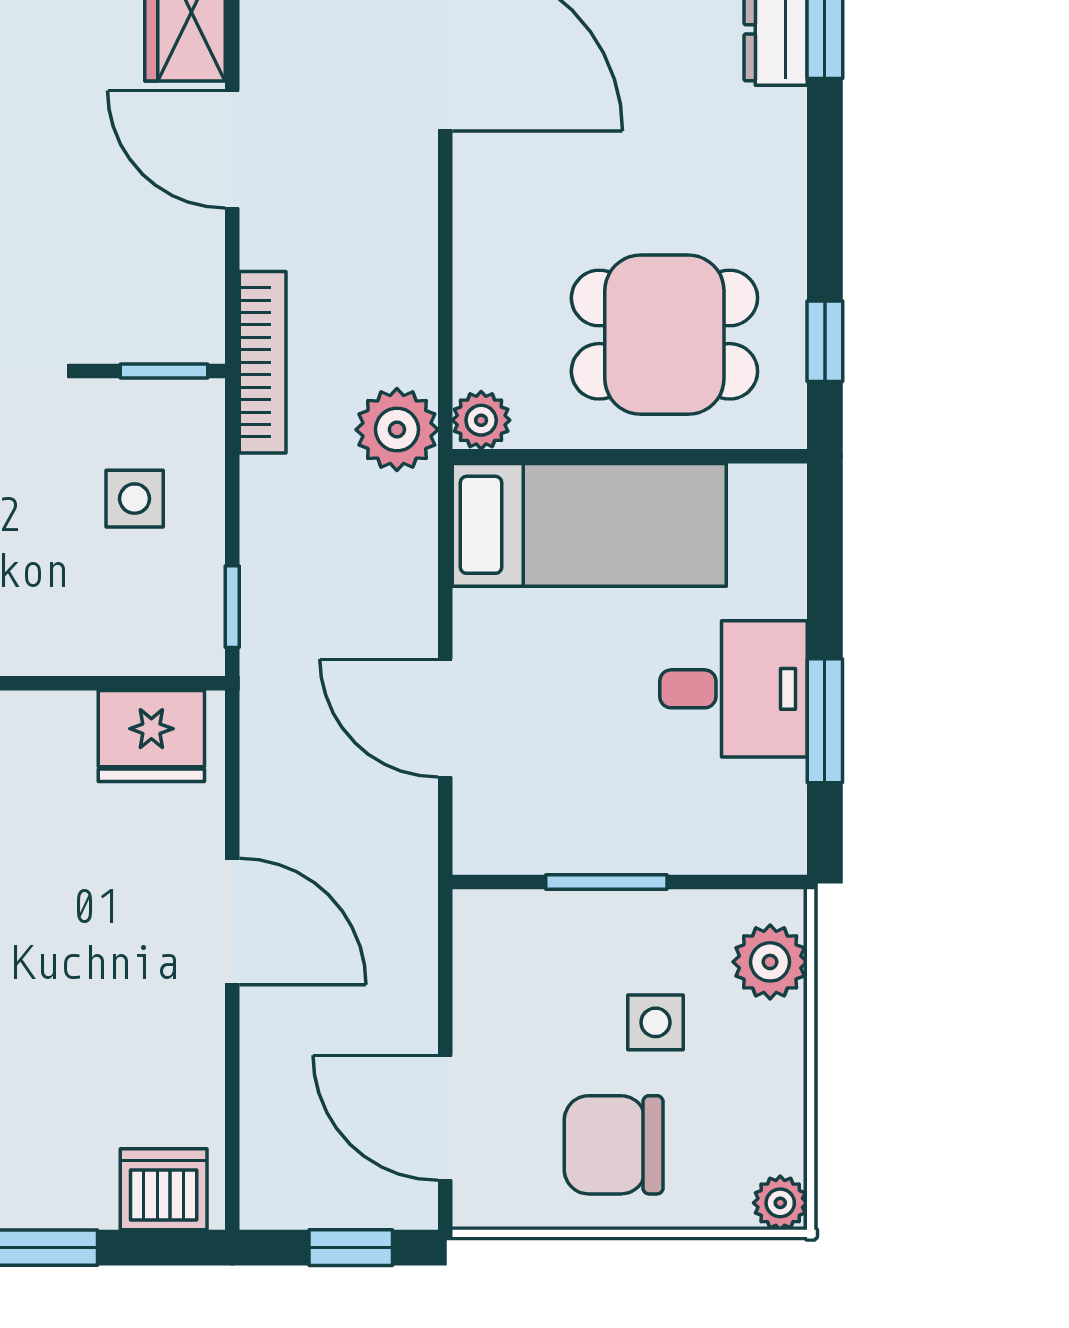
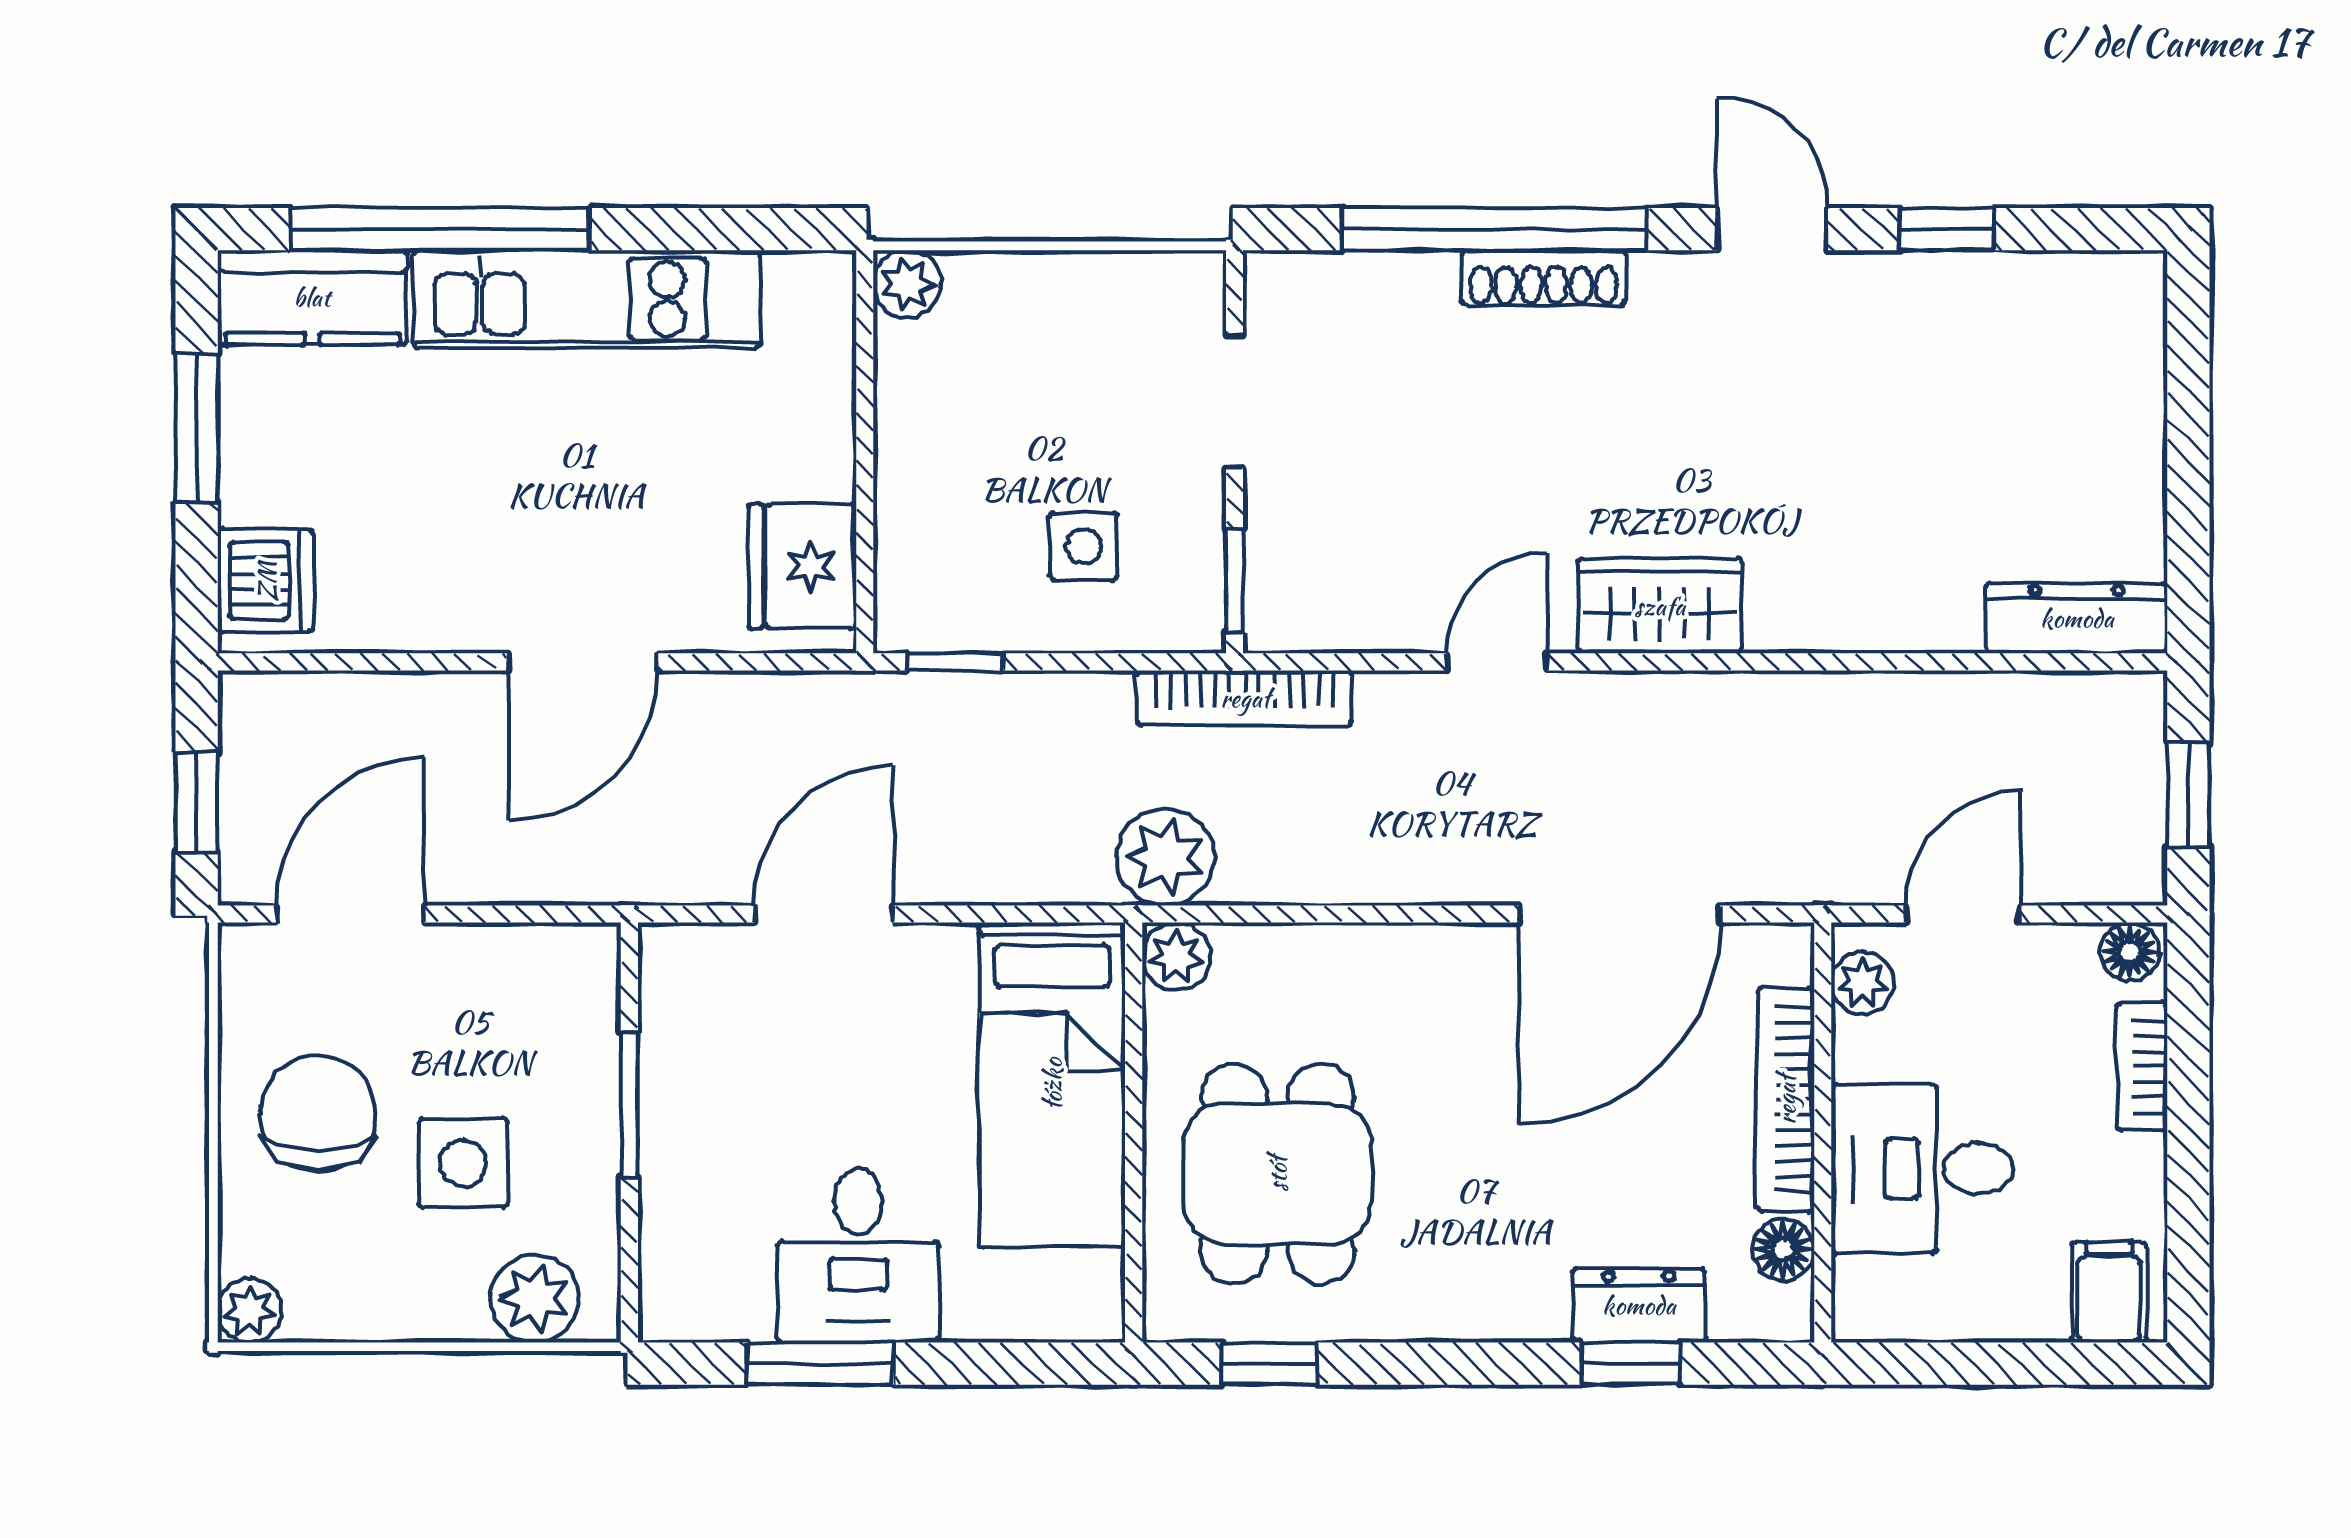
door: (232, 149) -> (1497, 662), width x0.73
side table: (656, 1022) -> (463, 1163), width x1.37, depth x1.37

